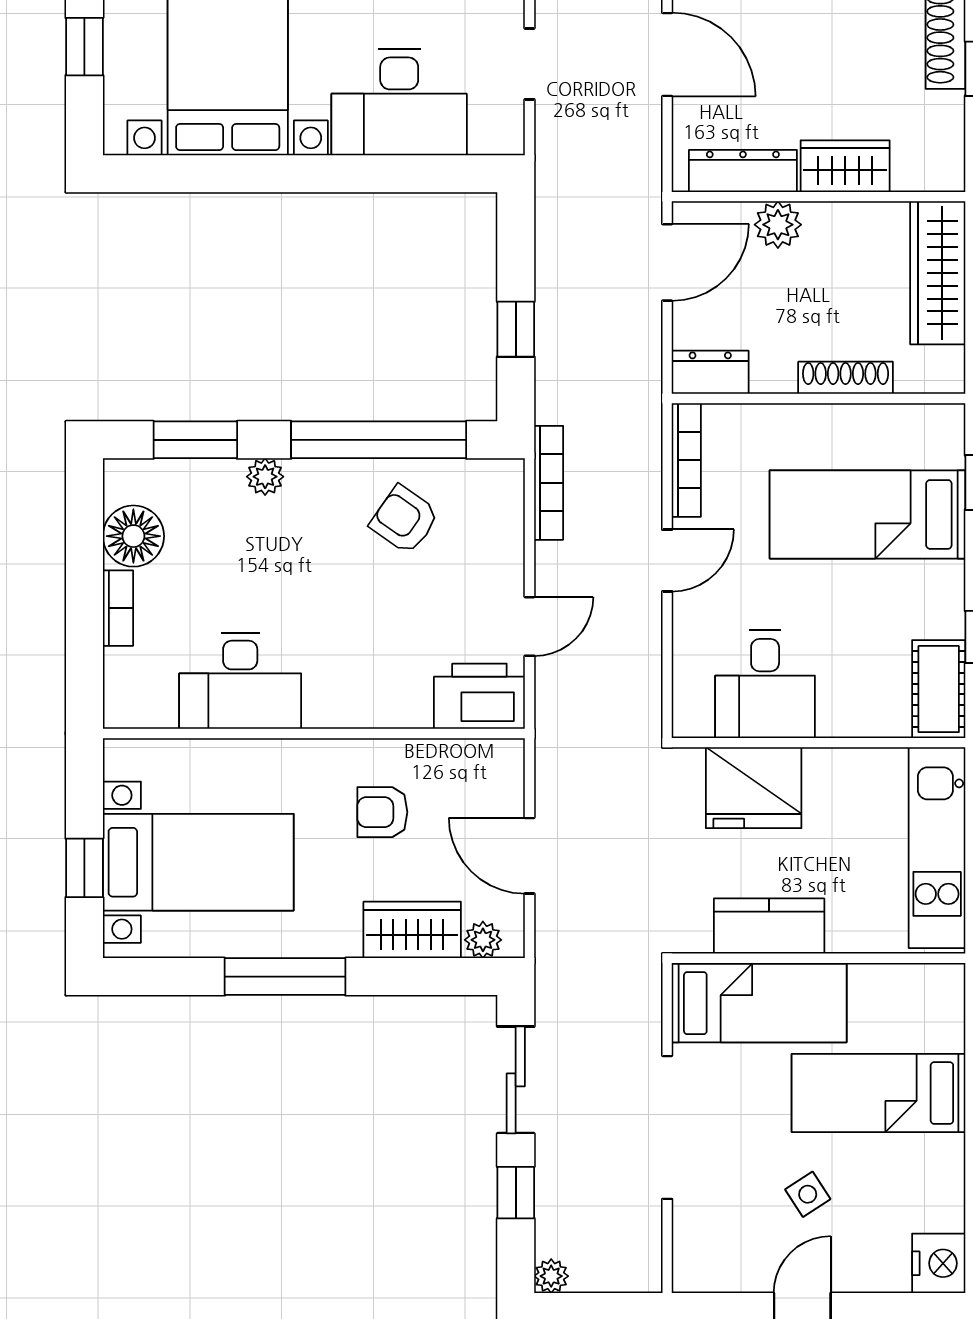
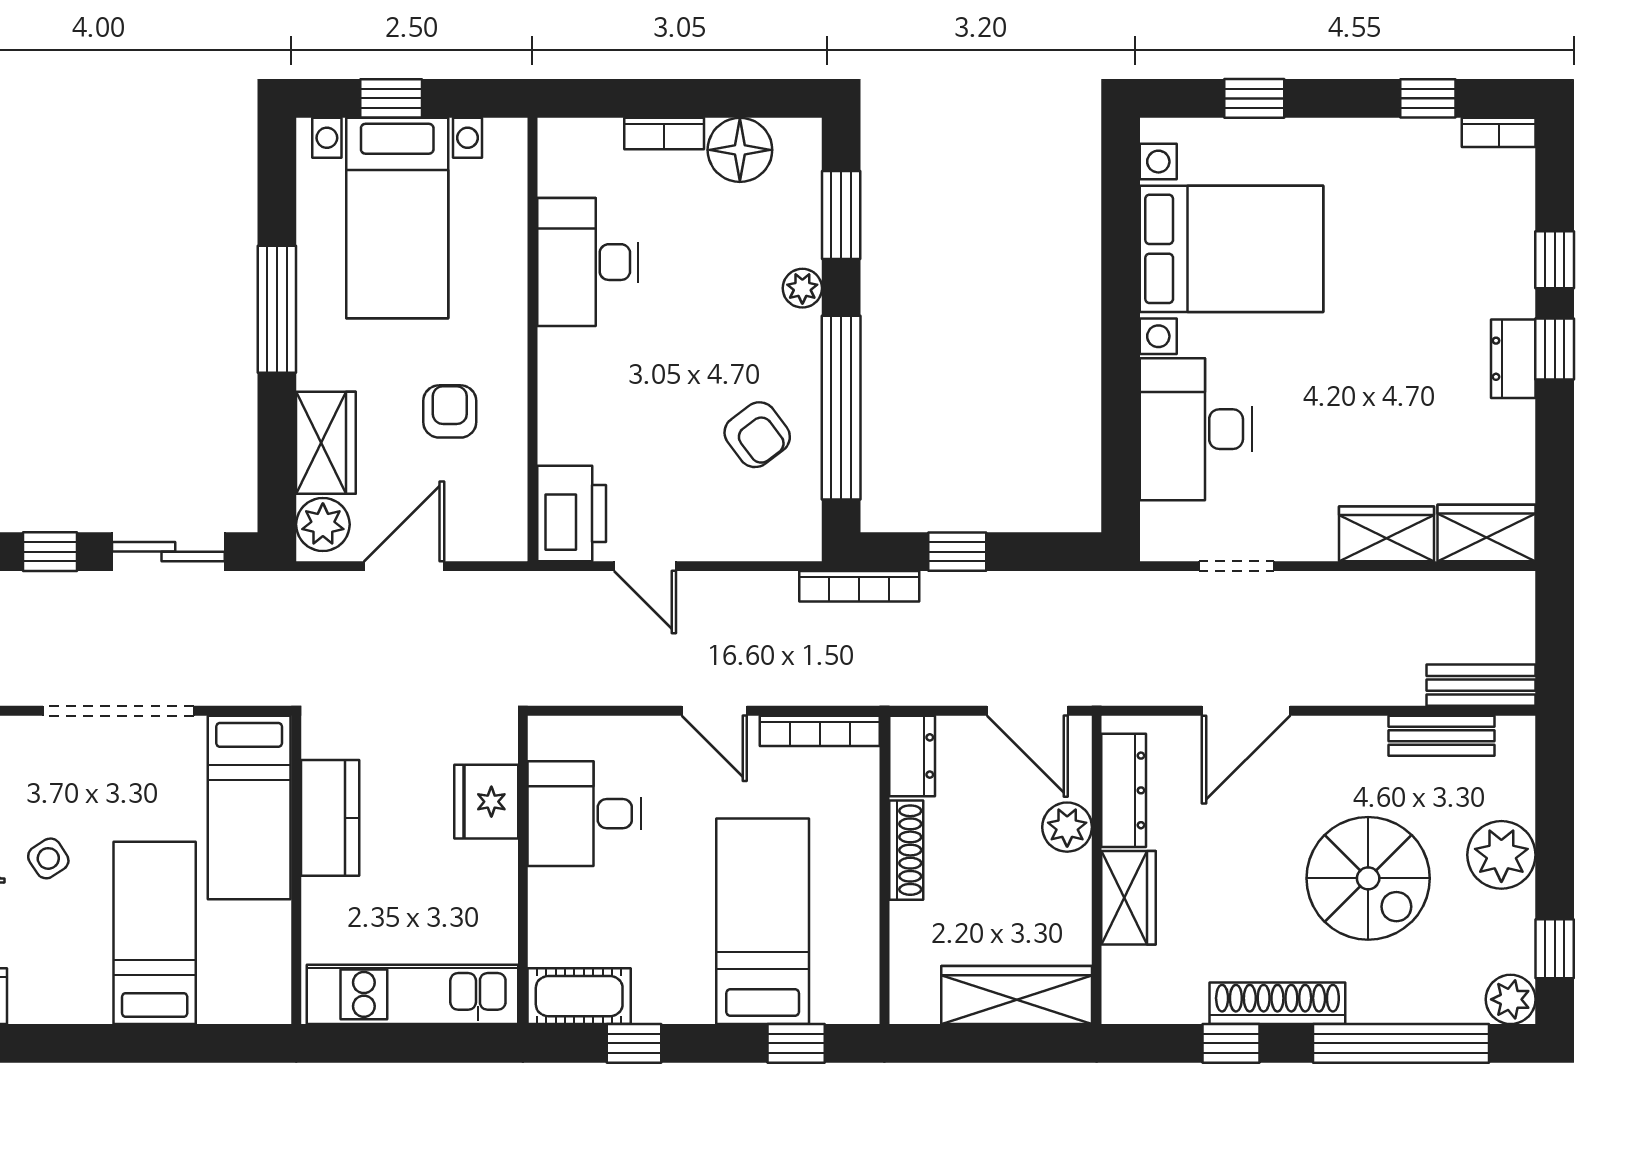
shoe rack: (846, 378) -> (906, 850), moved
bookcase: (549, 483) -> (859, 586), moved
armchair: (404, 520) -> (757, 435), turned 108
fridge: (754, 788) -> (486, 802), width x0.73, depth x0.75
plant: (483, 940) -> (323, 524), width x1.38, depth x1.38

